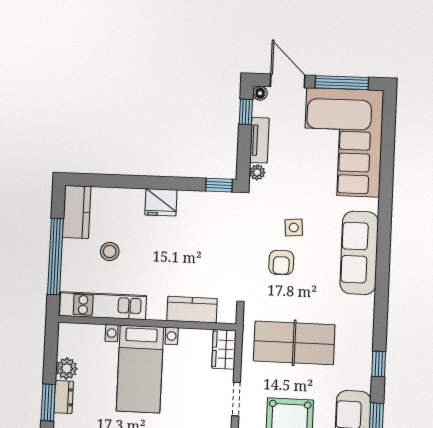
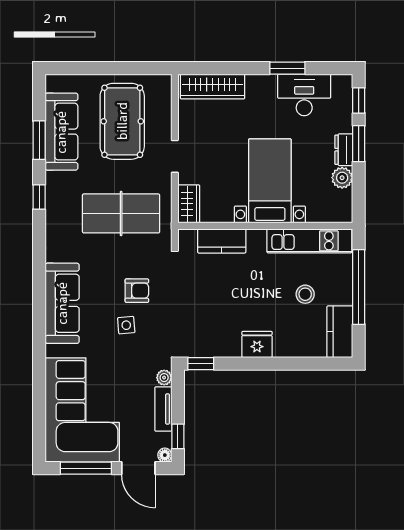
armchair: (281, 263) -> (137, 291), turned 90

